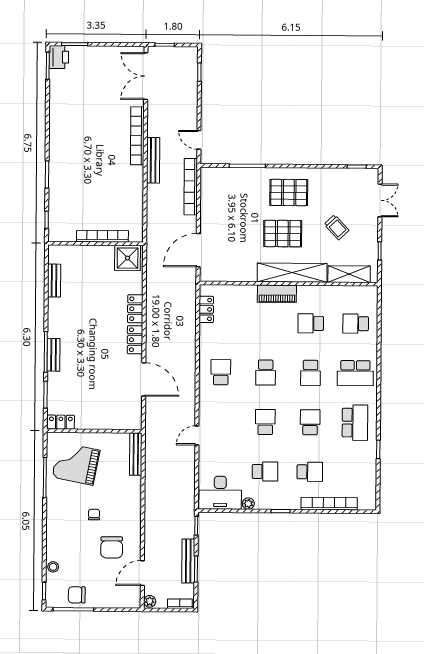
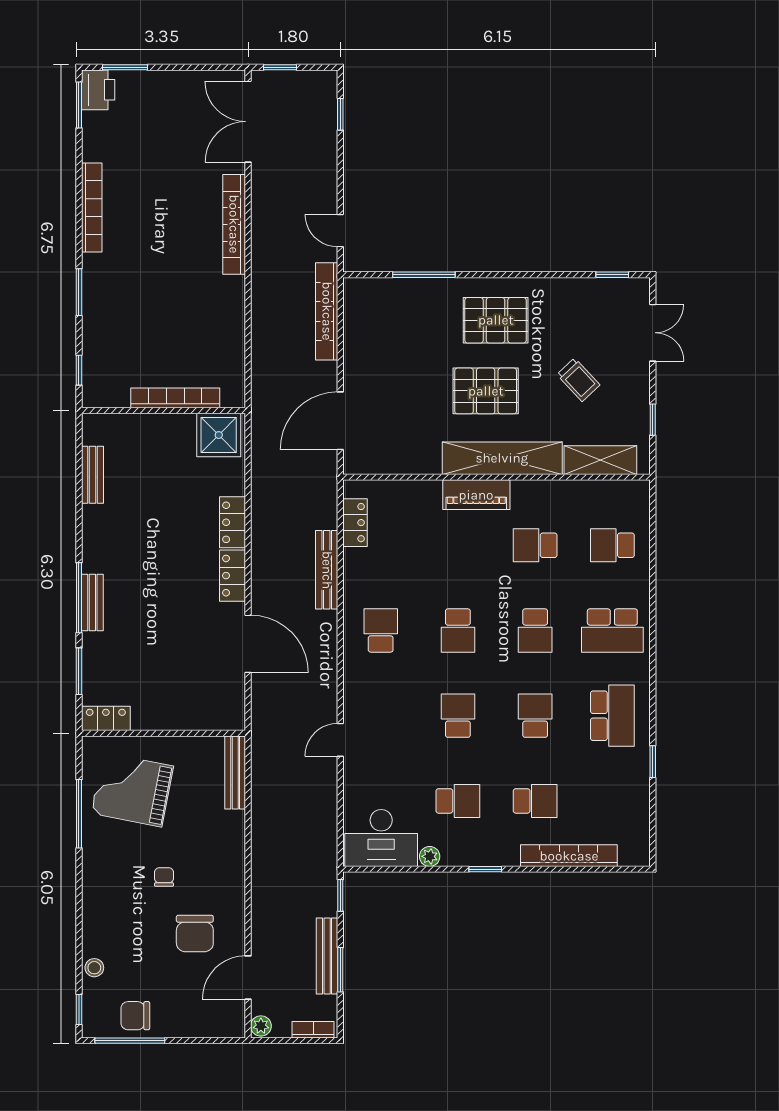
bookcase: (55, 125) -> (92, 208), added
bench: (153, 160) -> (327, 570), moved

